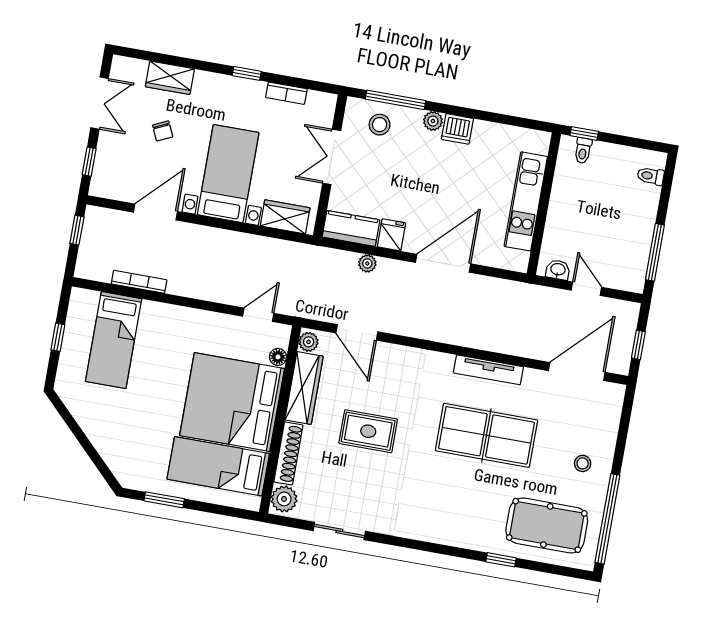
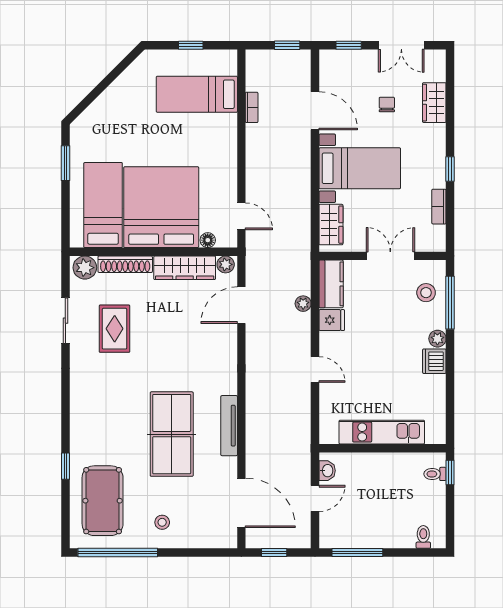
chair: (163, 131) -> (387, 104), turned 115
door: (443, 263) -> (315, 370), width x0.53
bookcase: (139, 282) -> (252, 107), width x0.64
rug: (368, 431) -> (115, 329), moved

